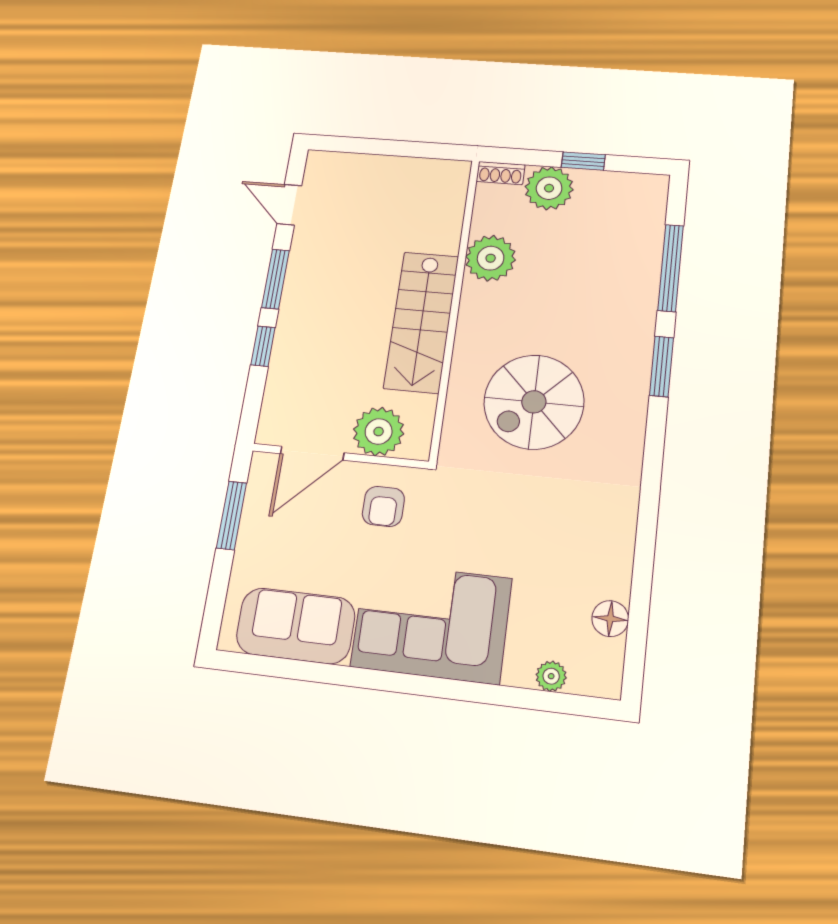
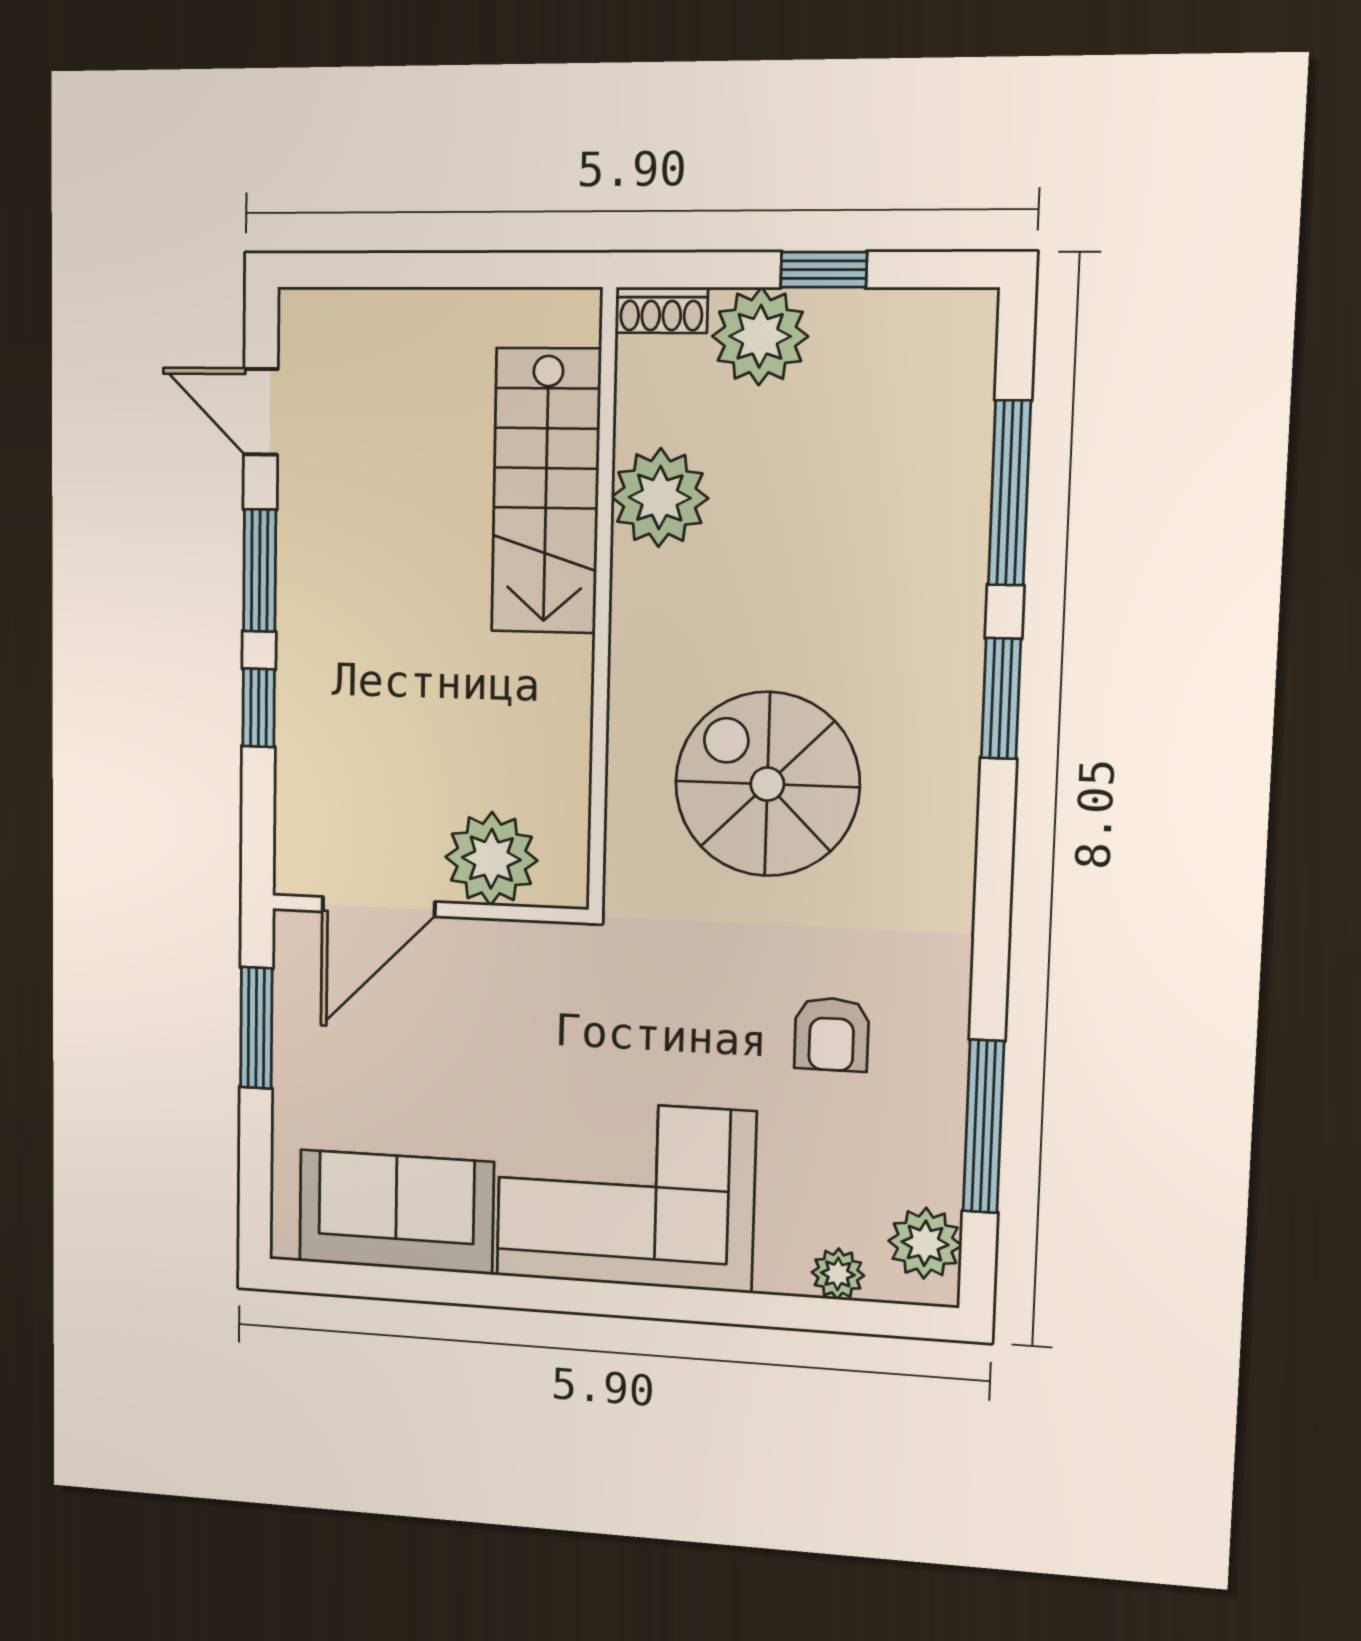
stairs: (421, 322) -> (546, 491), moved
spiral stairs: (534, 402) -> (767, 784), turned 90
armchair: (383, 506) -> (832, 1034), moved
window: (641, 594) -> (984, 1126), added
floor lamp: (610, 619) -> (933, 1172), removed
plant: (603, 660) -> (925, 1243), added

